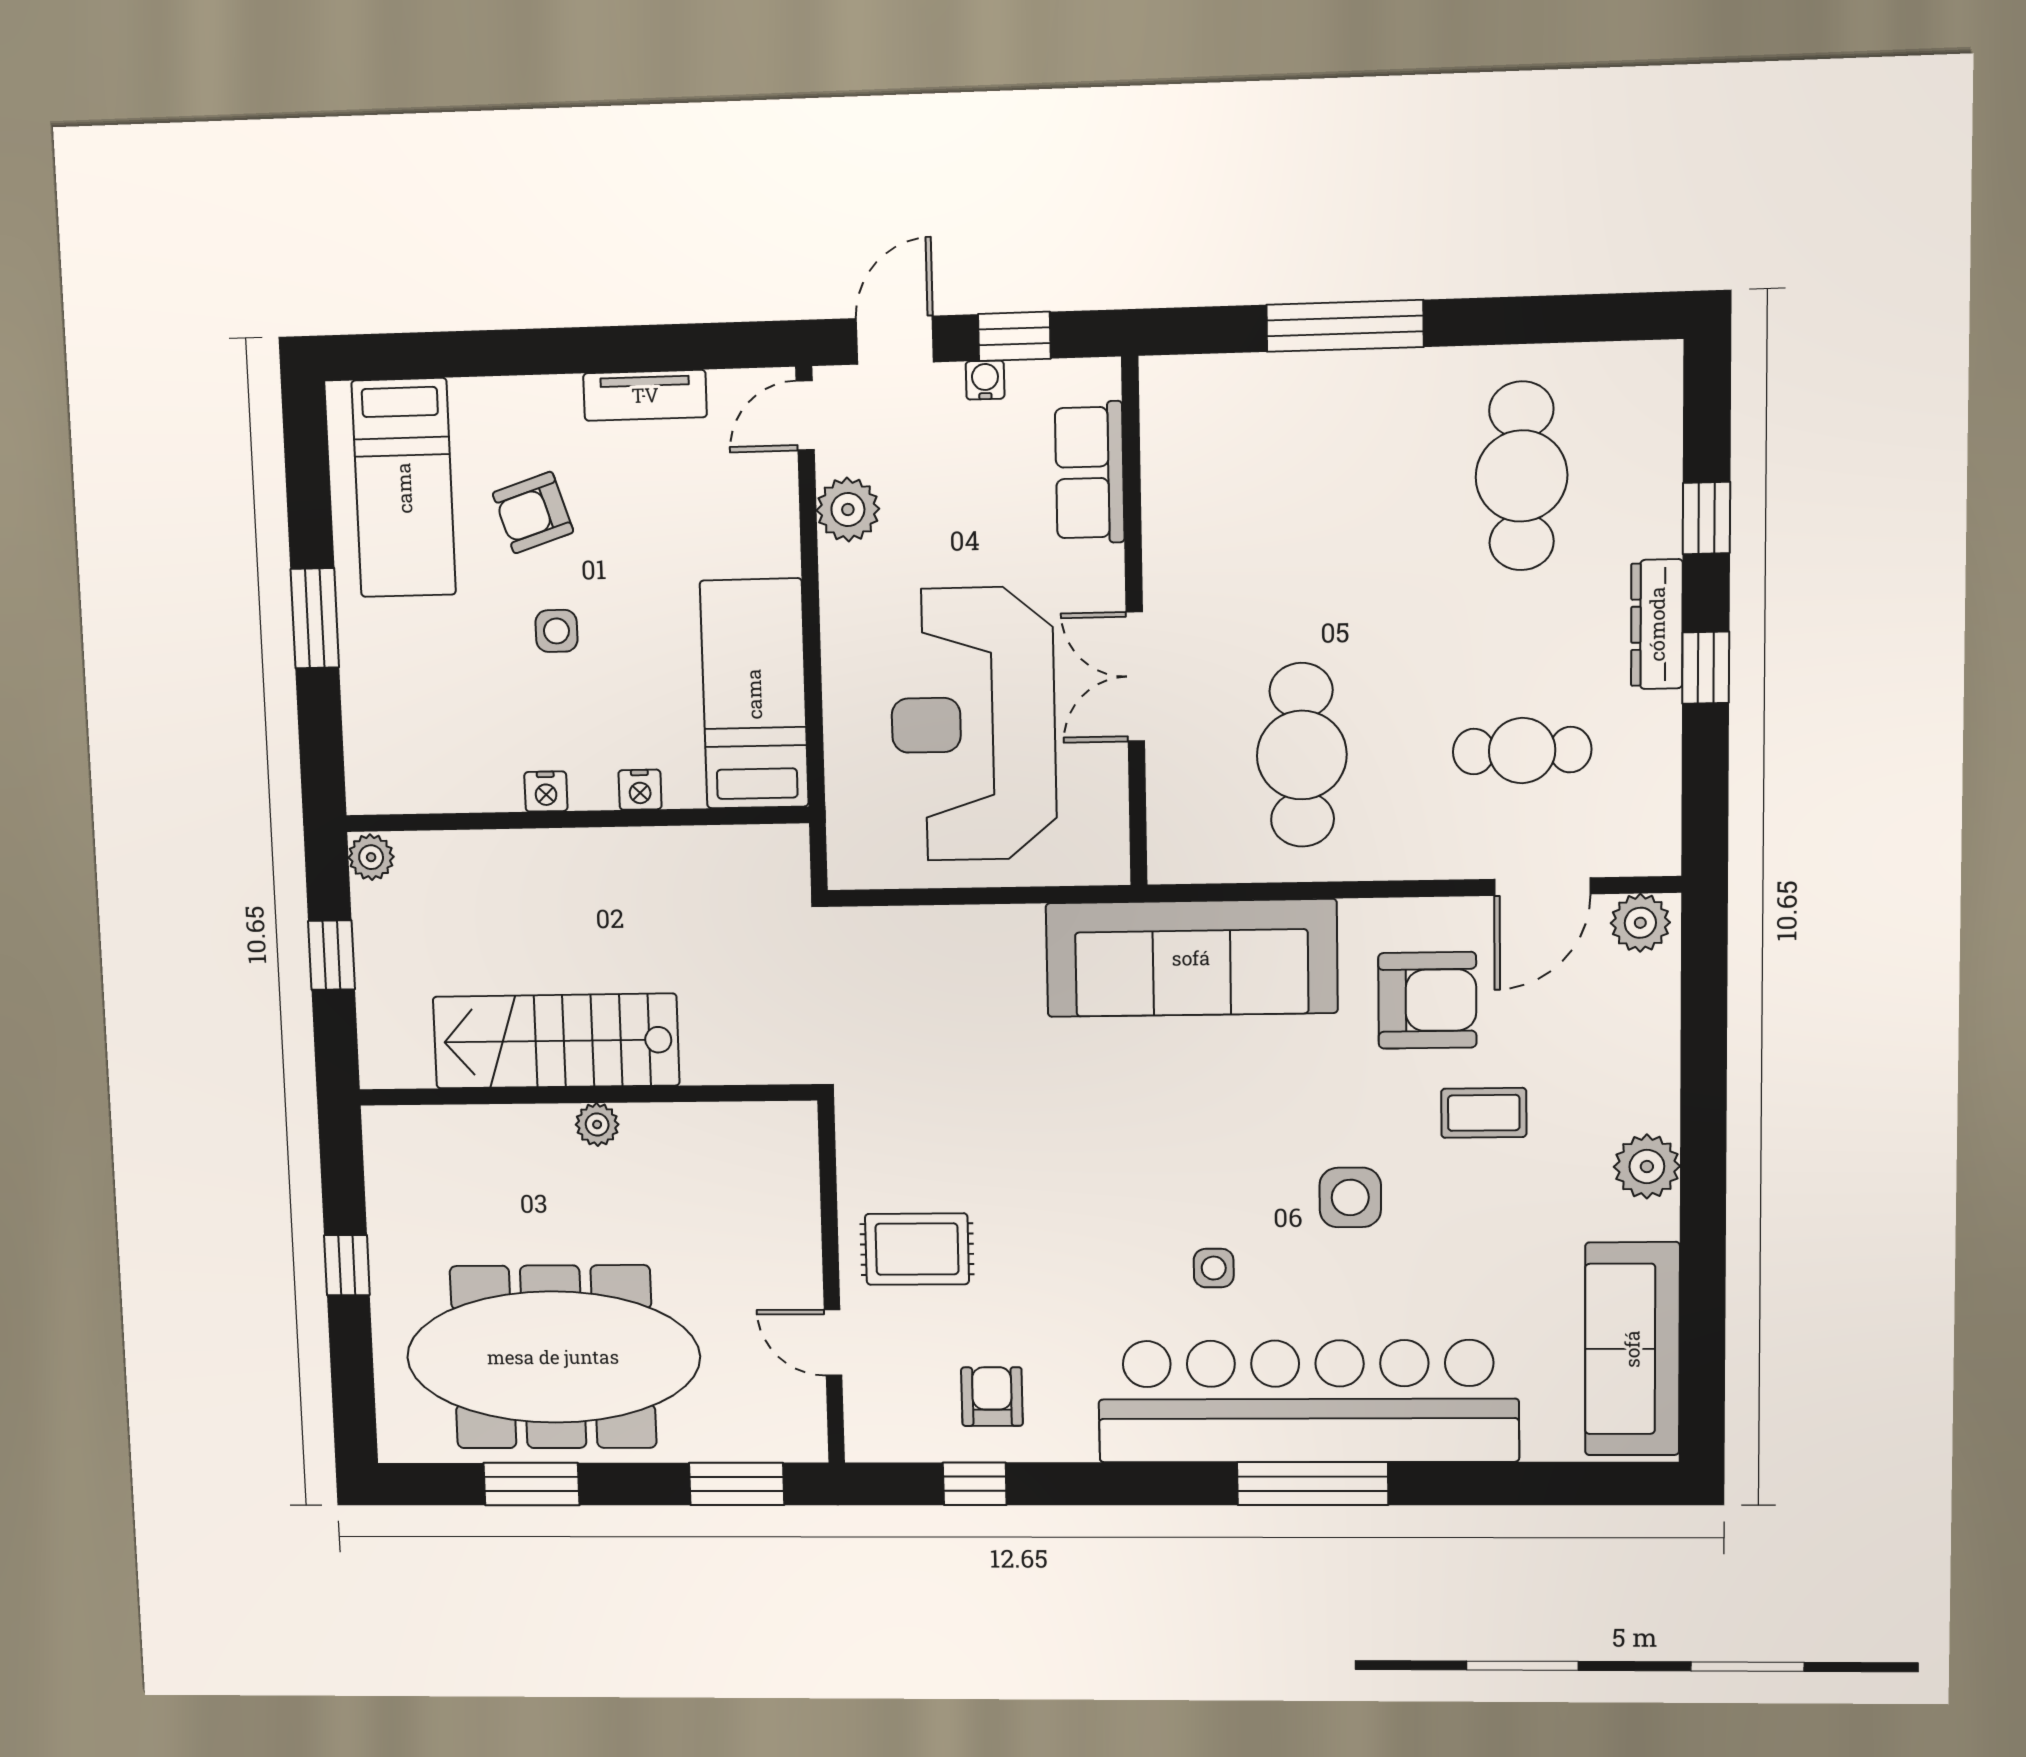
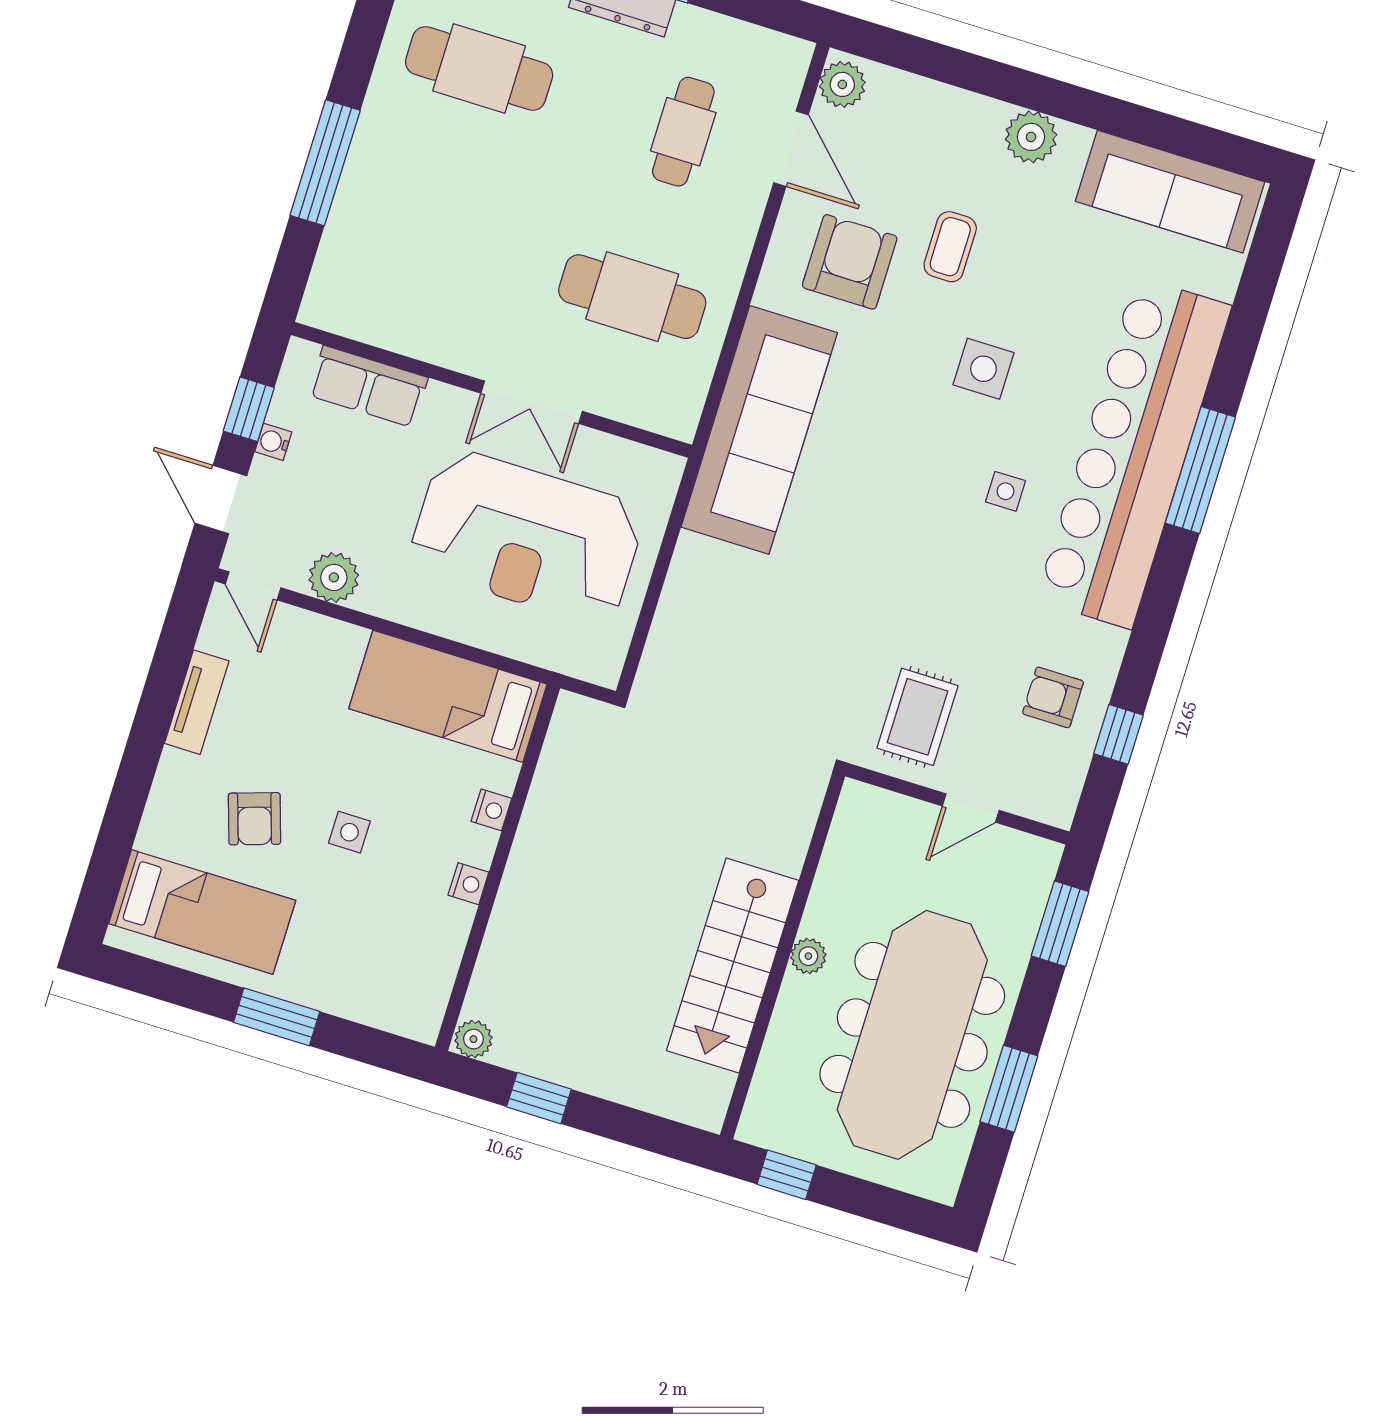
stairs: (556, 1041) -> (733, 966), moved
wall: (587, 1095) -> (783, 956), moved
plant: (597, 1125) -> (808, 956), moved

